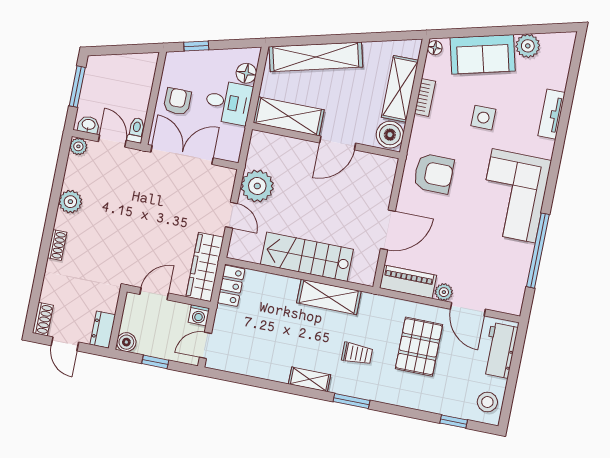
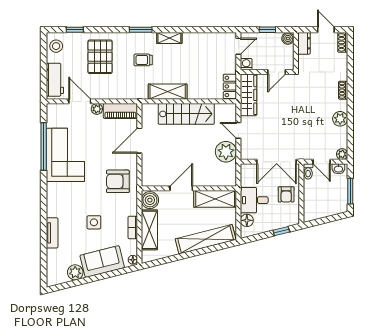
corner sofa: (514, 196) -> (65, 155), moved
pallet: (419, 347) -> (100, 57), moved

